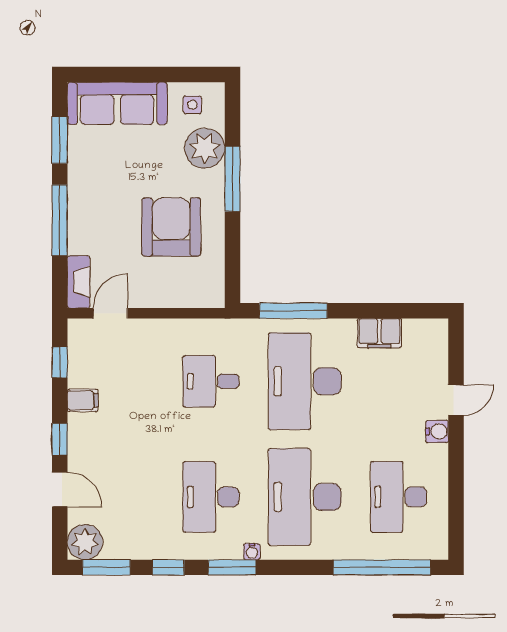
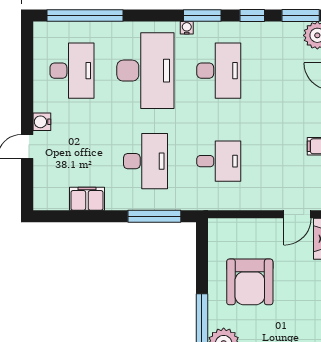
desk: (305, 381) -> (145, 161), width x0.73, depth x0.77

